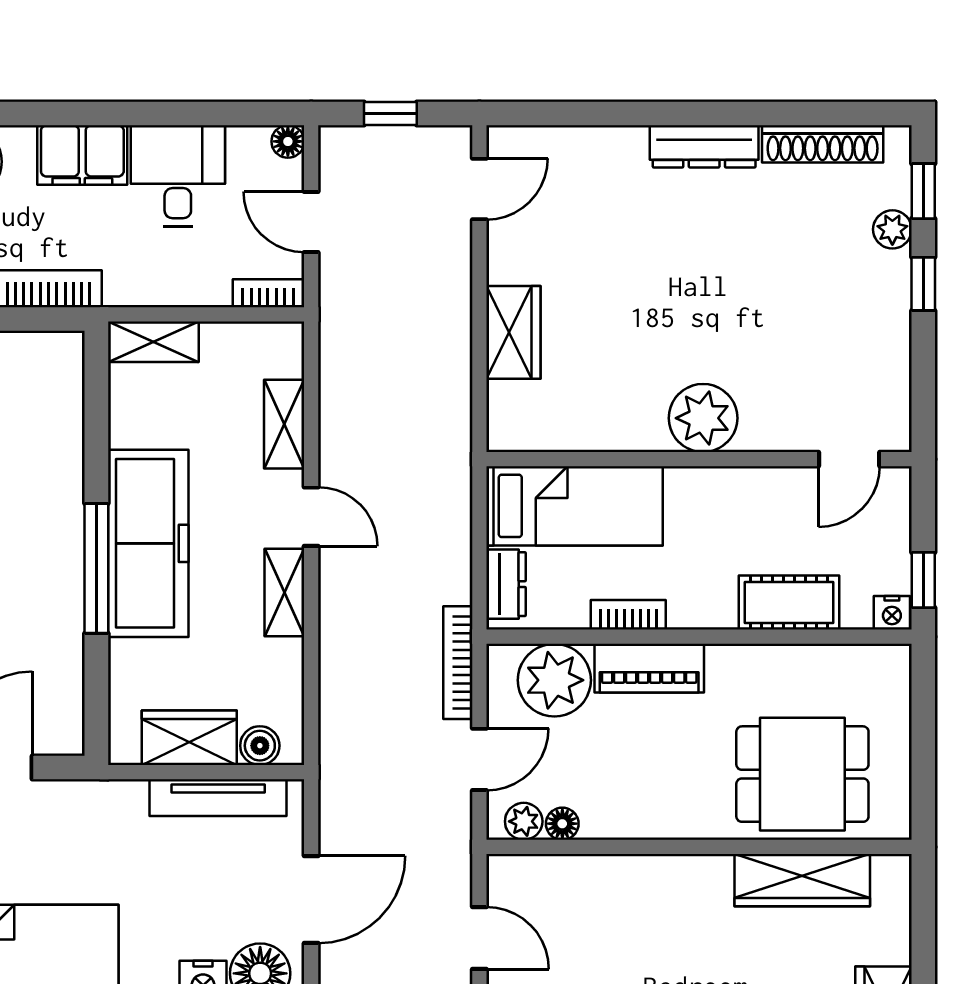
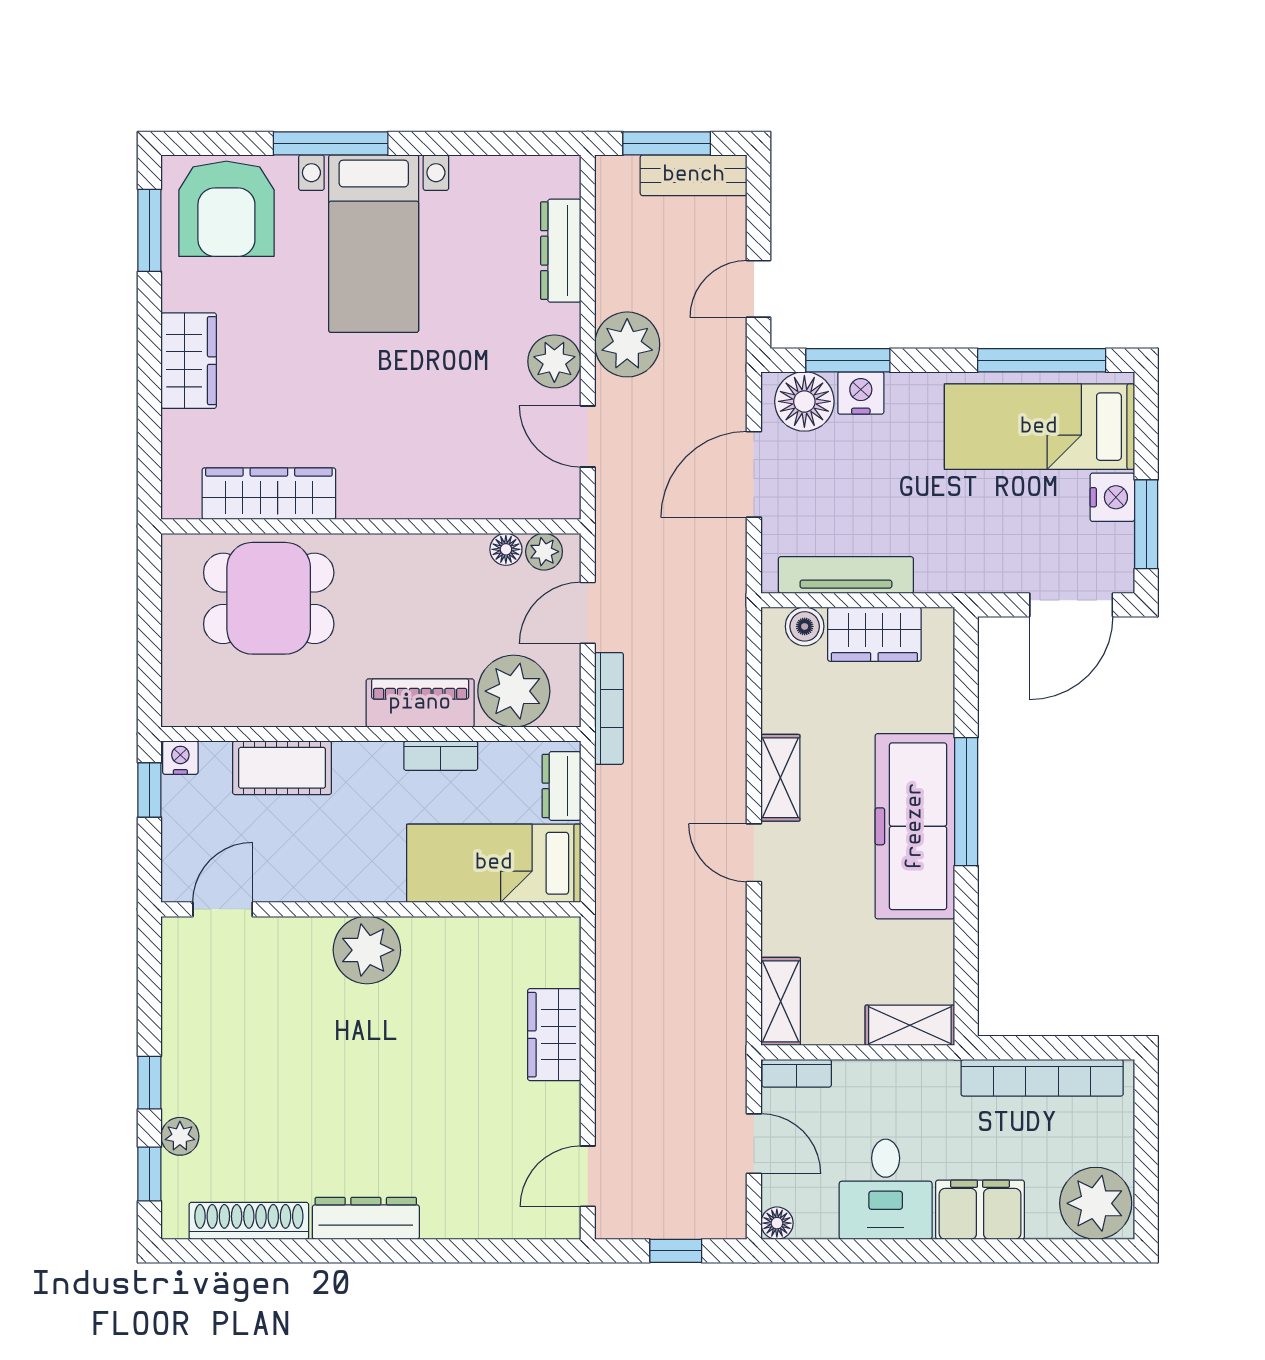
shelving: (284, 424) -> (781, 1001), moved

